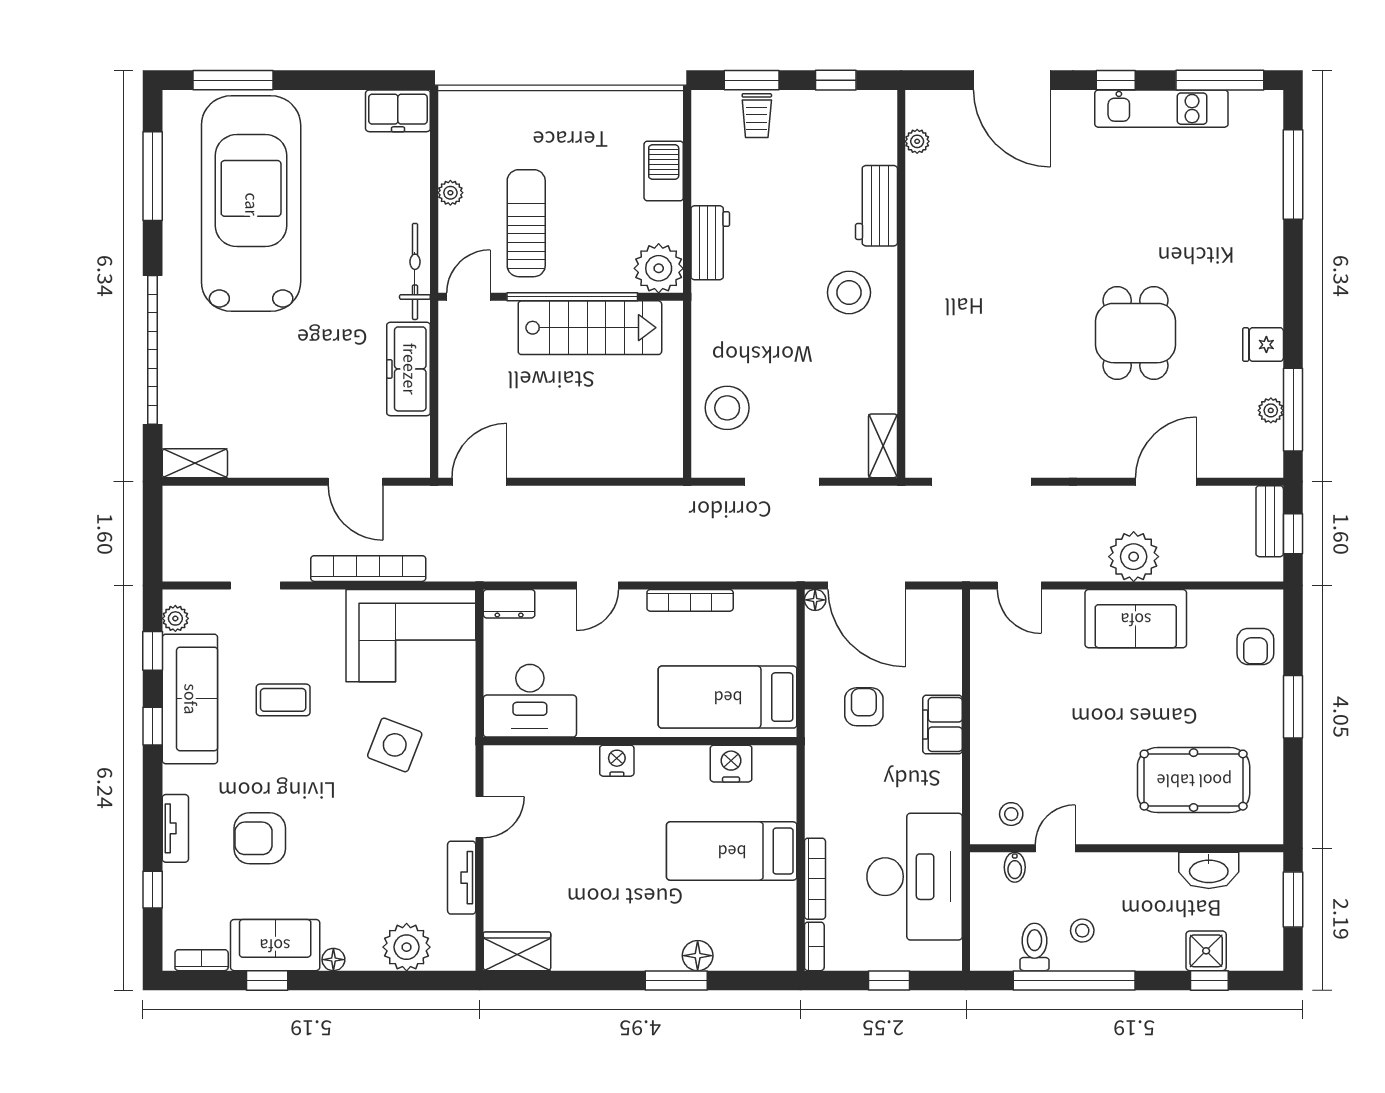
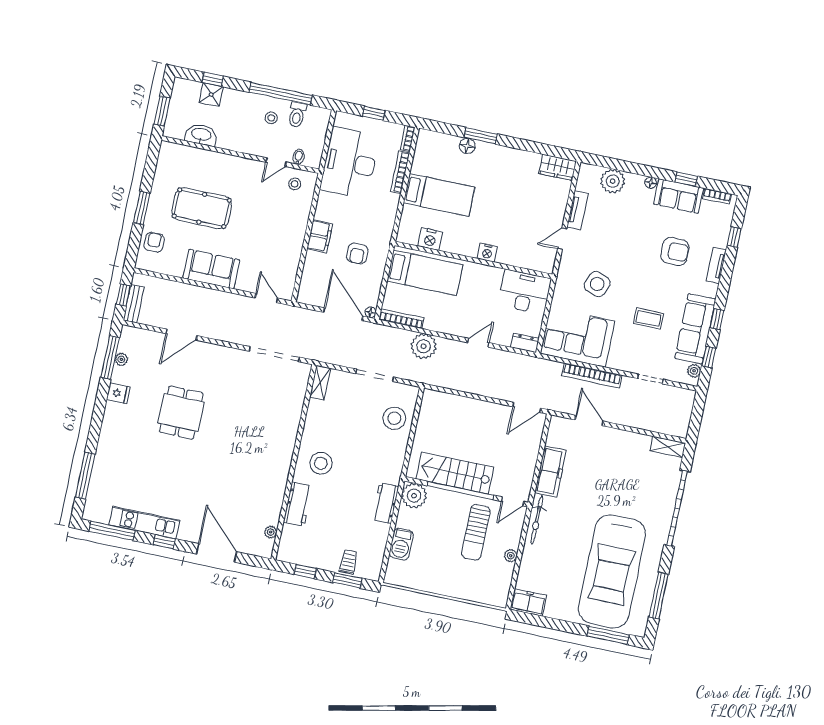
plant: (1134, 557) -> (424, 346), moved
bookcase: (690, 600) -> (401, 319), moved
pool table: (1194, 780) -> (202, 208), moved

